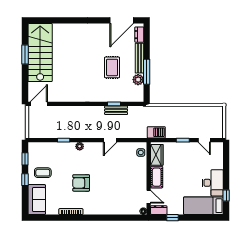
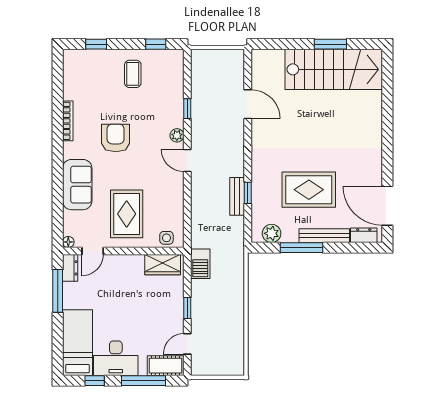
rug: (112, 67) -> (309, 190), width x1.36, depth x1.43
plant: (138, 80) -> (272, 233), moved
door: (39, 104) -> (248, 104), moved
door: (110, 140) -> (187, 160), moved
window: (226, 166) -> (143, 381), added
rug: (127, 176) -> (127, 214), added
cot: (157, 177) -> (166, 366), moved
window: (25, 180) -> (96, 44), moved
sofa: (37, 200) -> (77, 185), moved, turned -90
window: (173, 218) -> (58, 291), width x2.17

